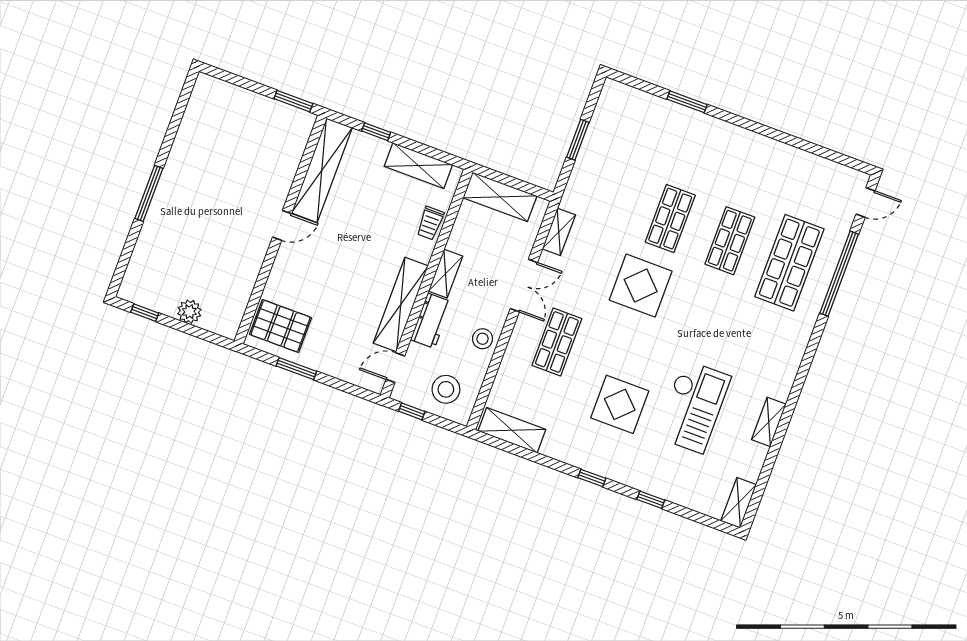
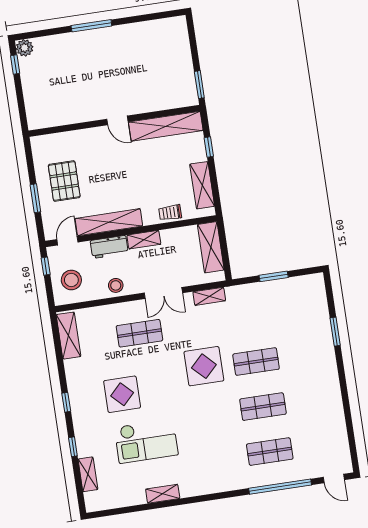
shop shelf: (789, 263) -> (270, 452), width x0.70, depth x0.74
plant: (189, 312) -> (25, 48), moved
pallet: (281, 326) -> (64, 181), moved
door: (395, 368) -> (67, 241), hinge flipped
window: (296, 369) -> (35, 198), moved
shelving: (739, 503) -> (88, 474), moved, turned 90

